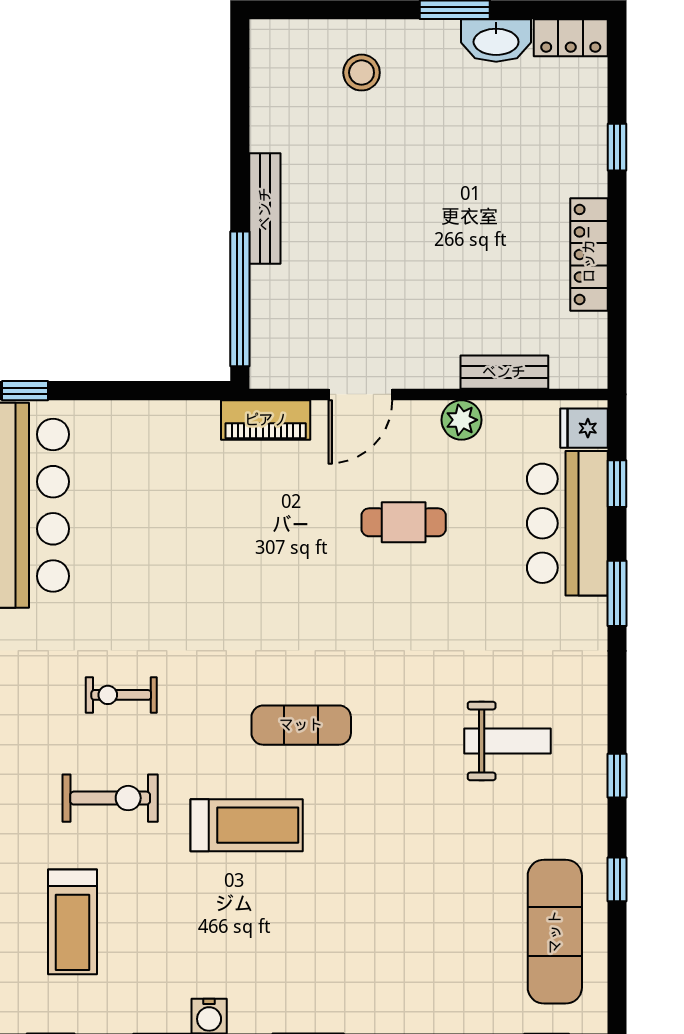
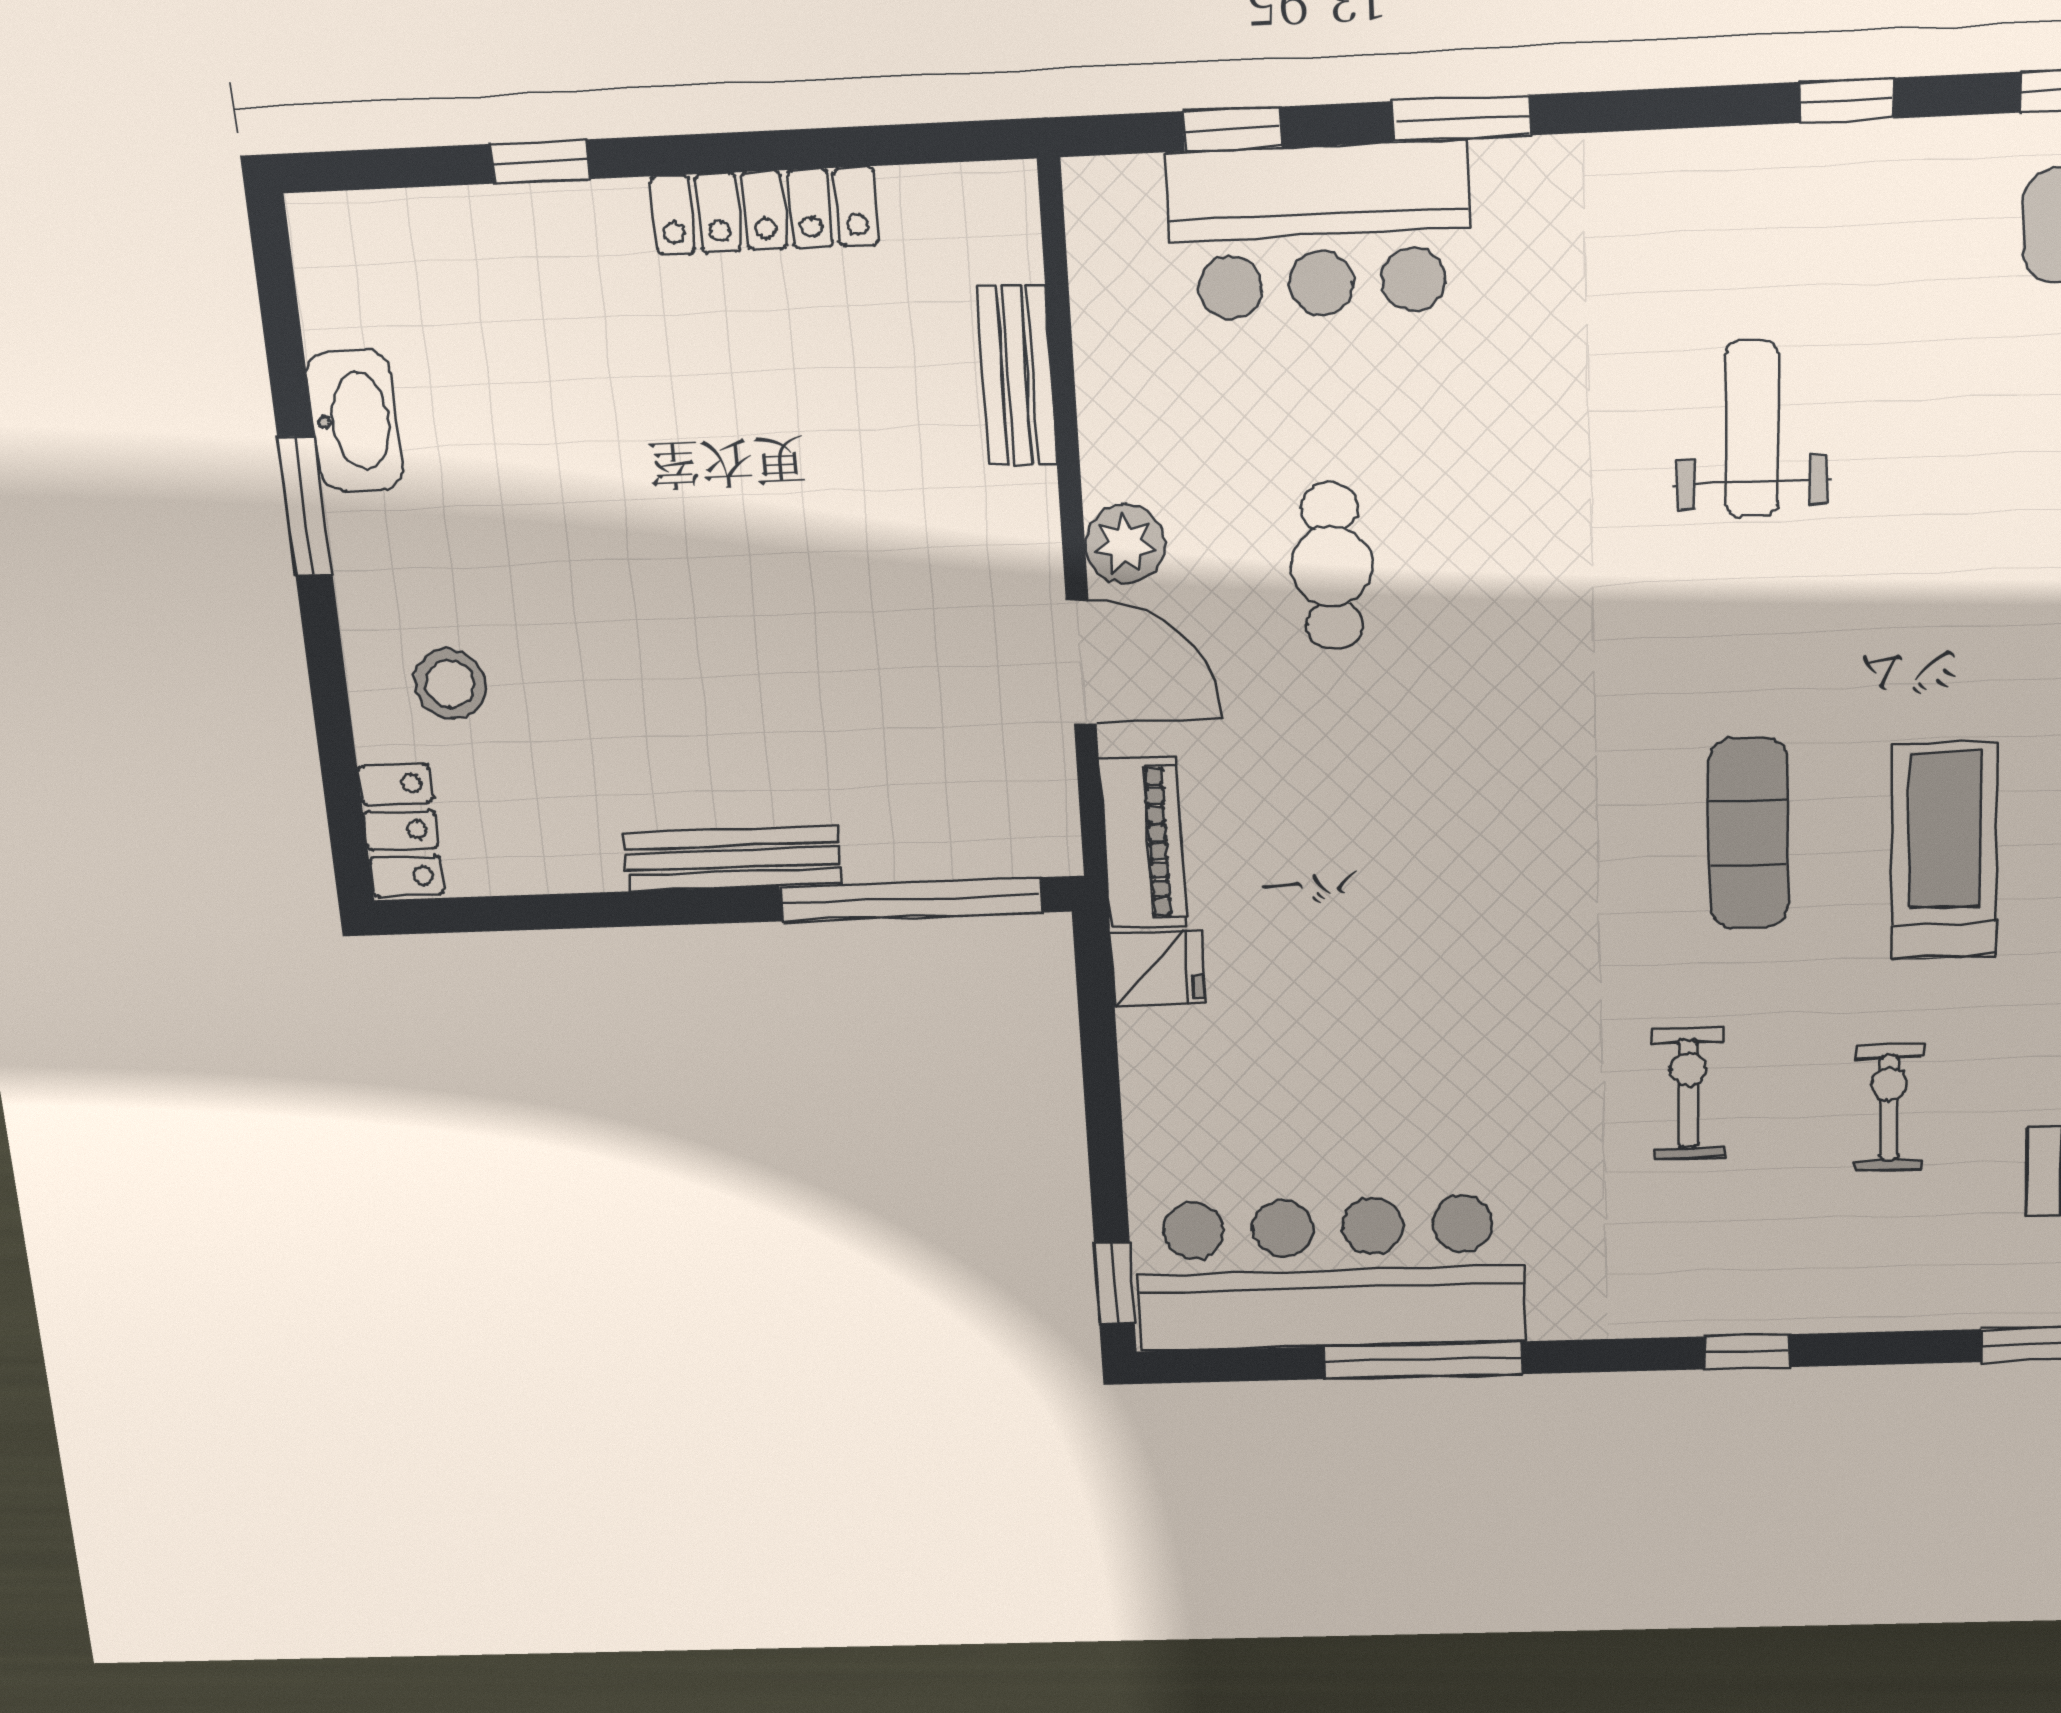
locker: (571, 38) -> (401, 830), moved
plant: (462, 420) -> (1125, 544), moved
fridge: (584, 428) -> (1158, 969), moved, turned -90
exercise bike: (121, 695) -> (1688, 1094), turned 180
exercise mat: (301, 725) -> (1749, 833), moved
weight bench: (507, 741) -> (1752, 429), moved
exercise bike: (110, 798) -> (1889, 1108), width x0.73, depth x0.72

